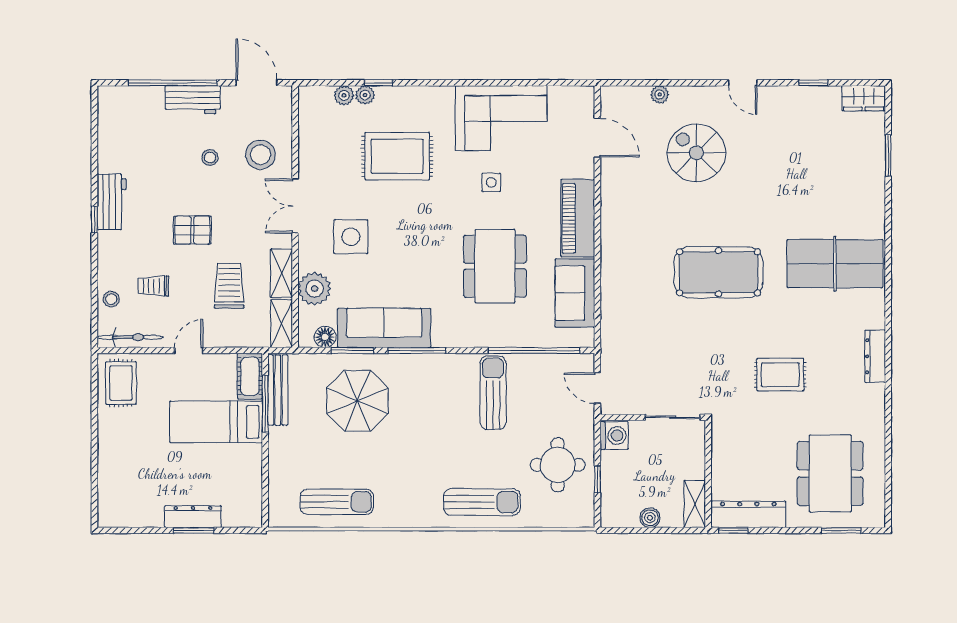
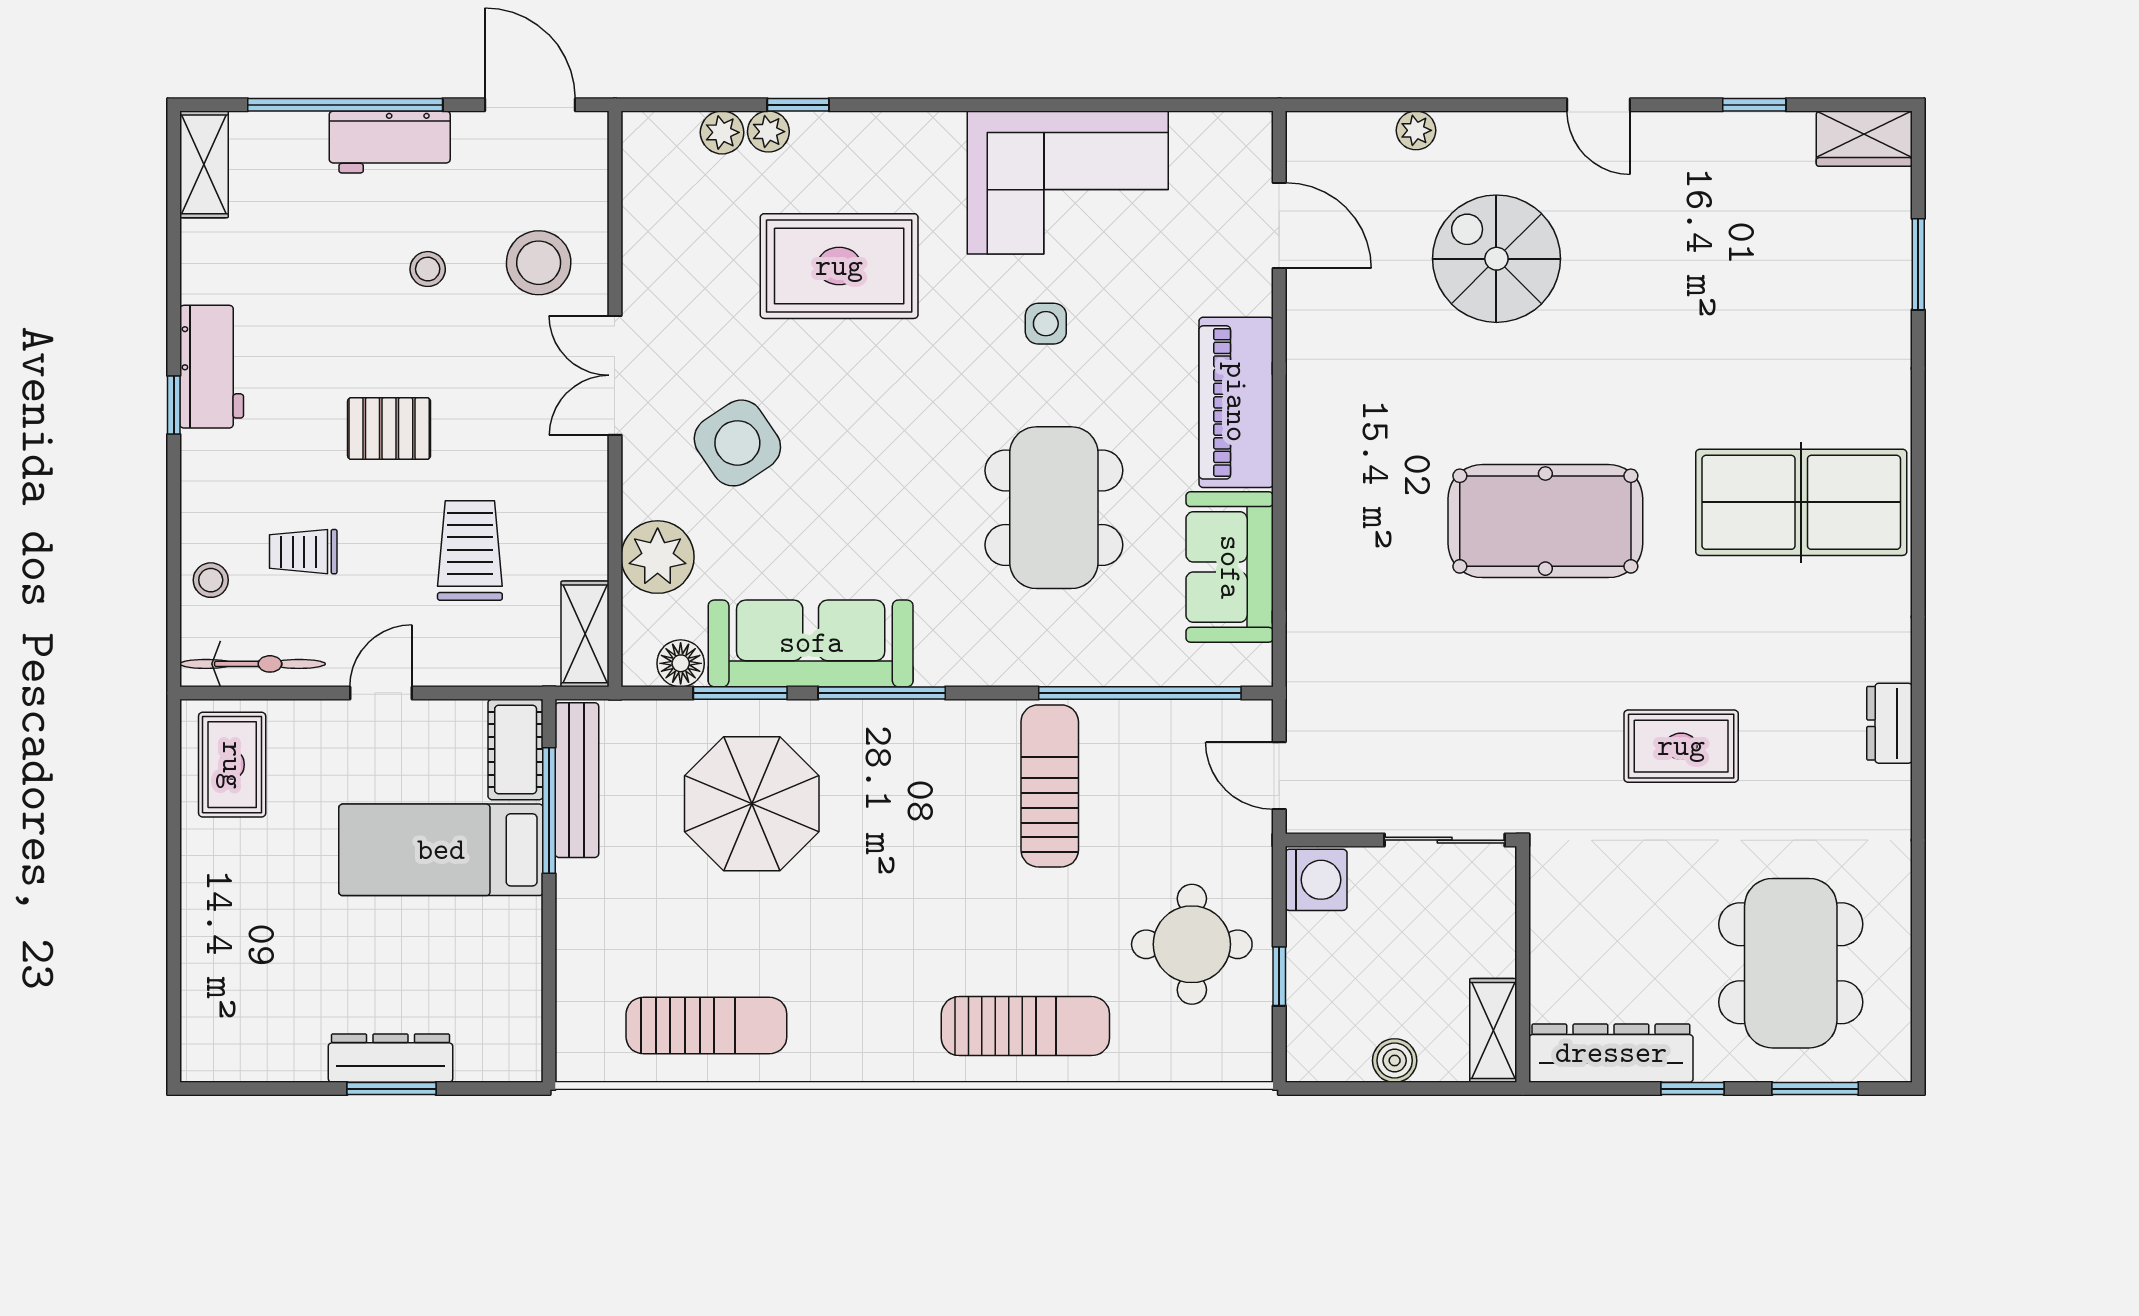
side table: (351, 237) -> (737, 443), turned -34
shelving: (281, 273) -> (204, 164), moved
dresser: (875, 356) -> (1890, 723), width x0.70
window: (733, 530) -> (1692, 1089), moved

